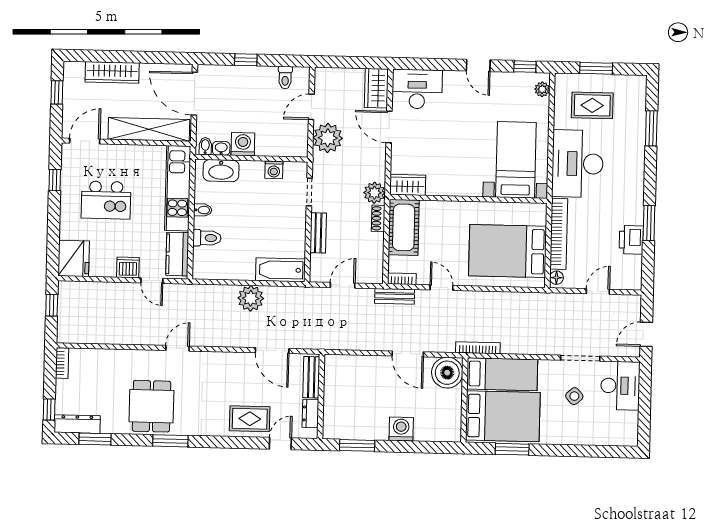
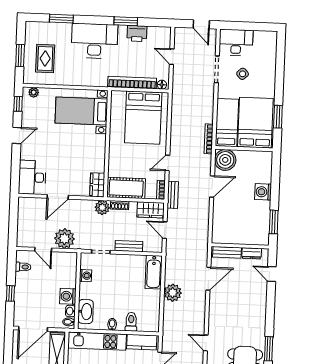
wardrobe: (376, 88) -> (151, 210), moved
desk: (578, 164) -> (94, 41), moved, turned 180
rug: (250, 419) -> (254, 295), removed

